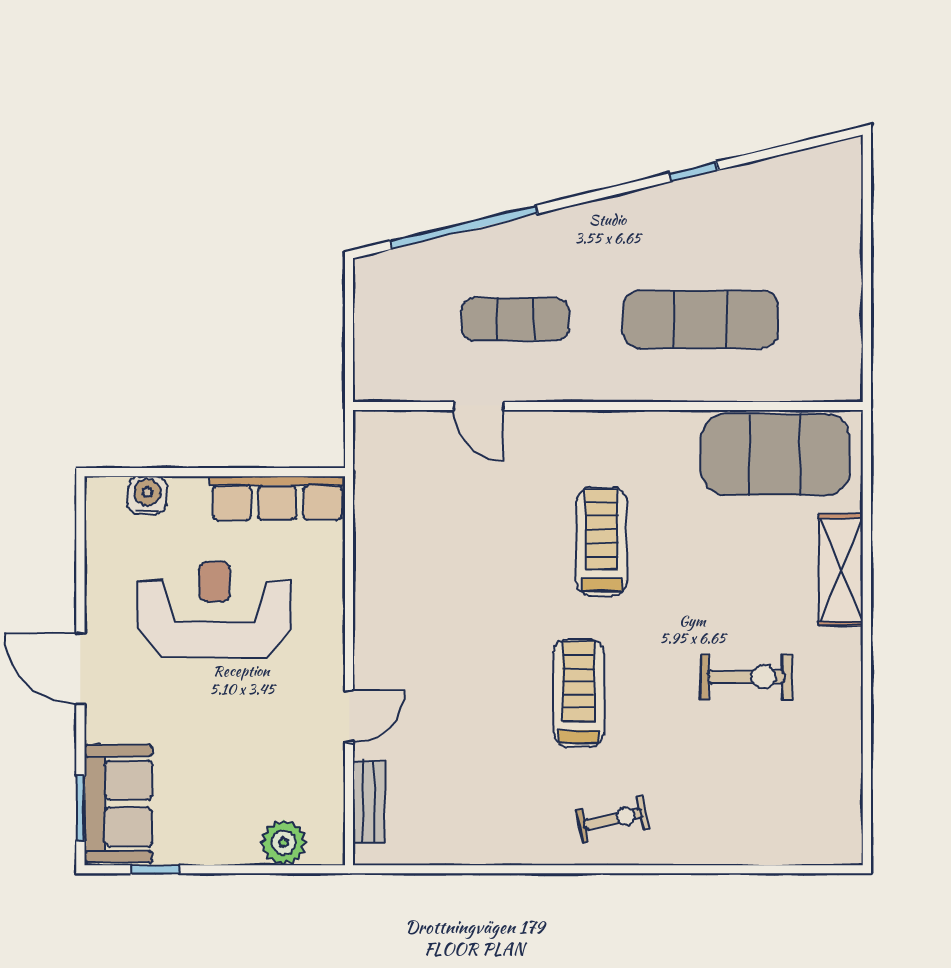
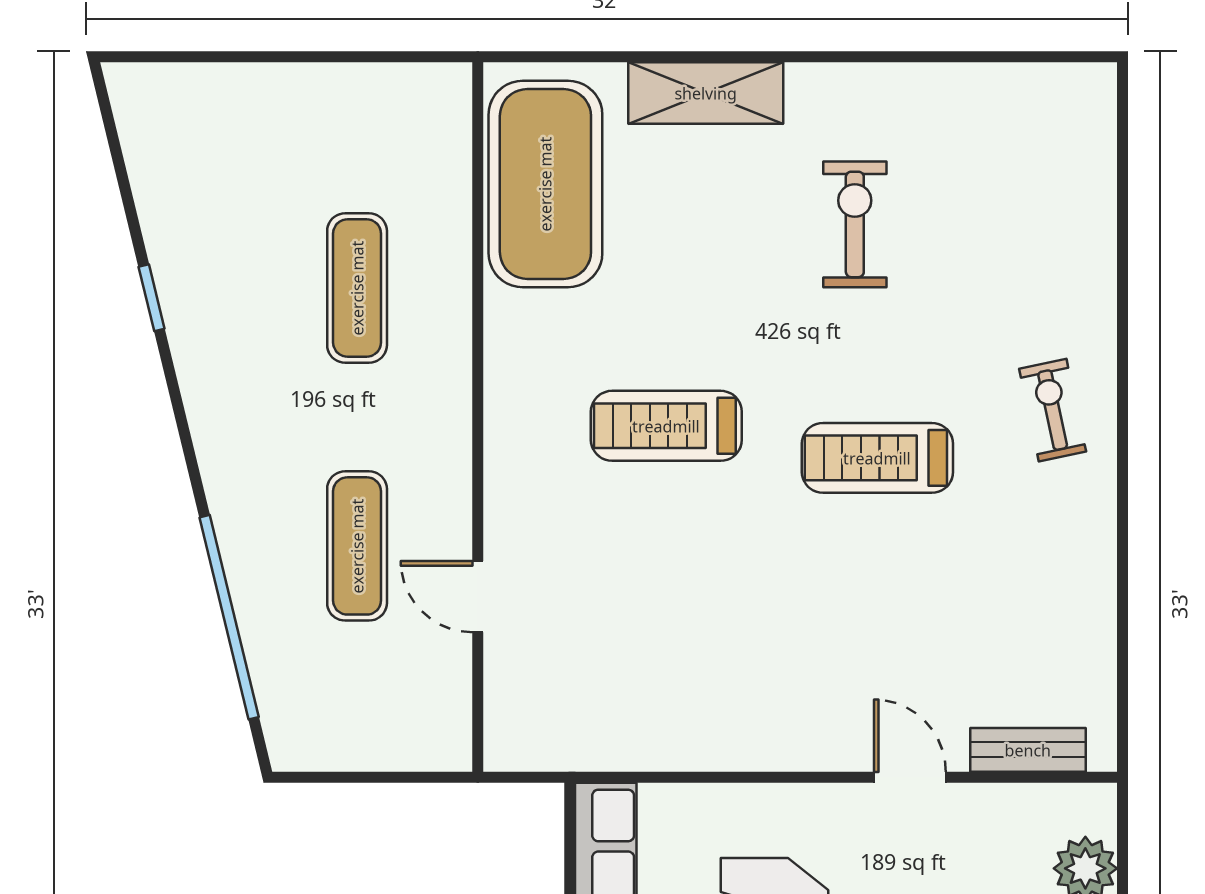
exercise mat: (701, 319) -> (357, 288), width x0.73, depth x0.69
door: (479, 406) -> (478, 597), swing flipped

